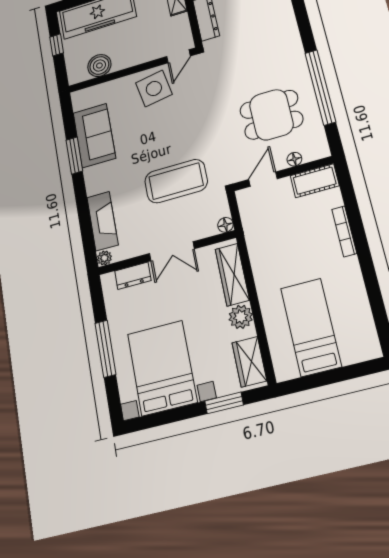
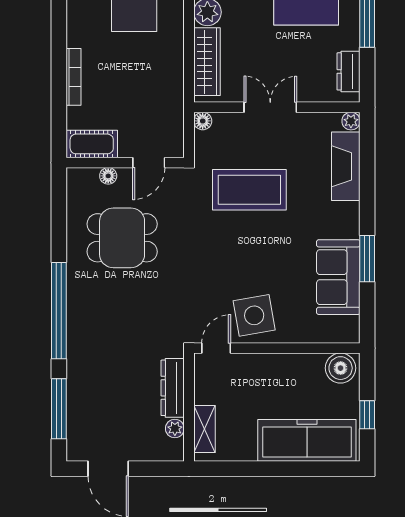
boiler: (99, 65) -> (341, 368), moved
window: (320, 87) -> (59, 311), moved
dresser: (133, 276) -> (349, 71), moved, turned -90

